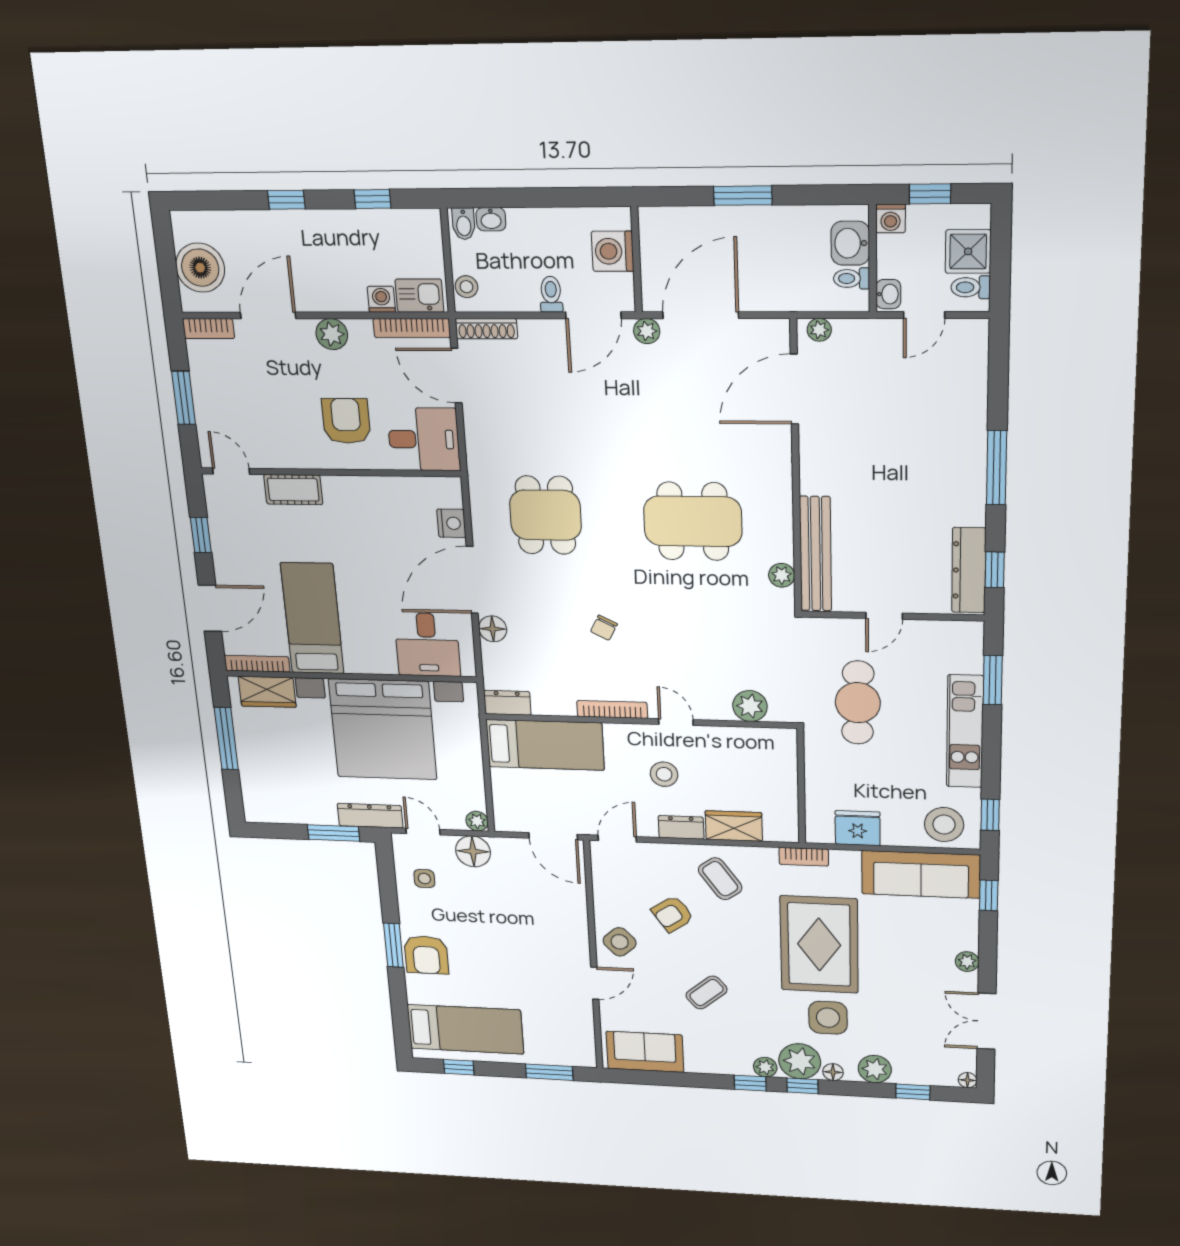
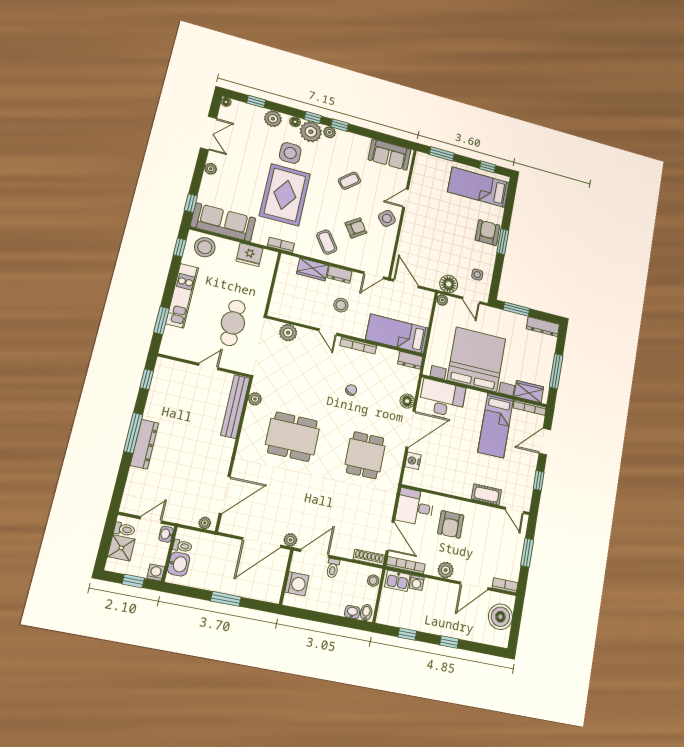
dresser: (969, 570) -> (144, 444), moved
desk: (427, 645) -> (442, 400), width x1.37
dresser: (370, 816) -> (543, 327), moved

